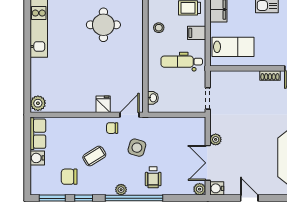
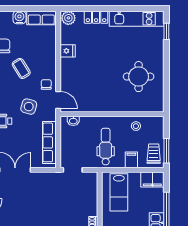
locker: (37, 72) -> (96, 17), added
fridge: (103, 104) -> (68, 51), moved
row of seats: (177, 125) -> (49, 142), added
plant: (216, 139) -> (36, 177), removed

